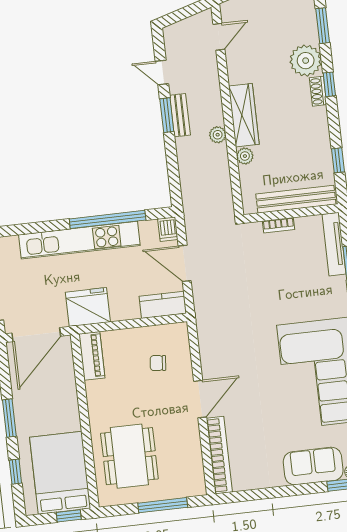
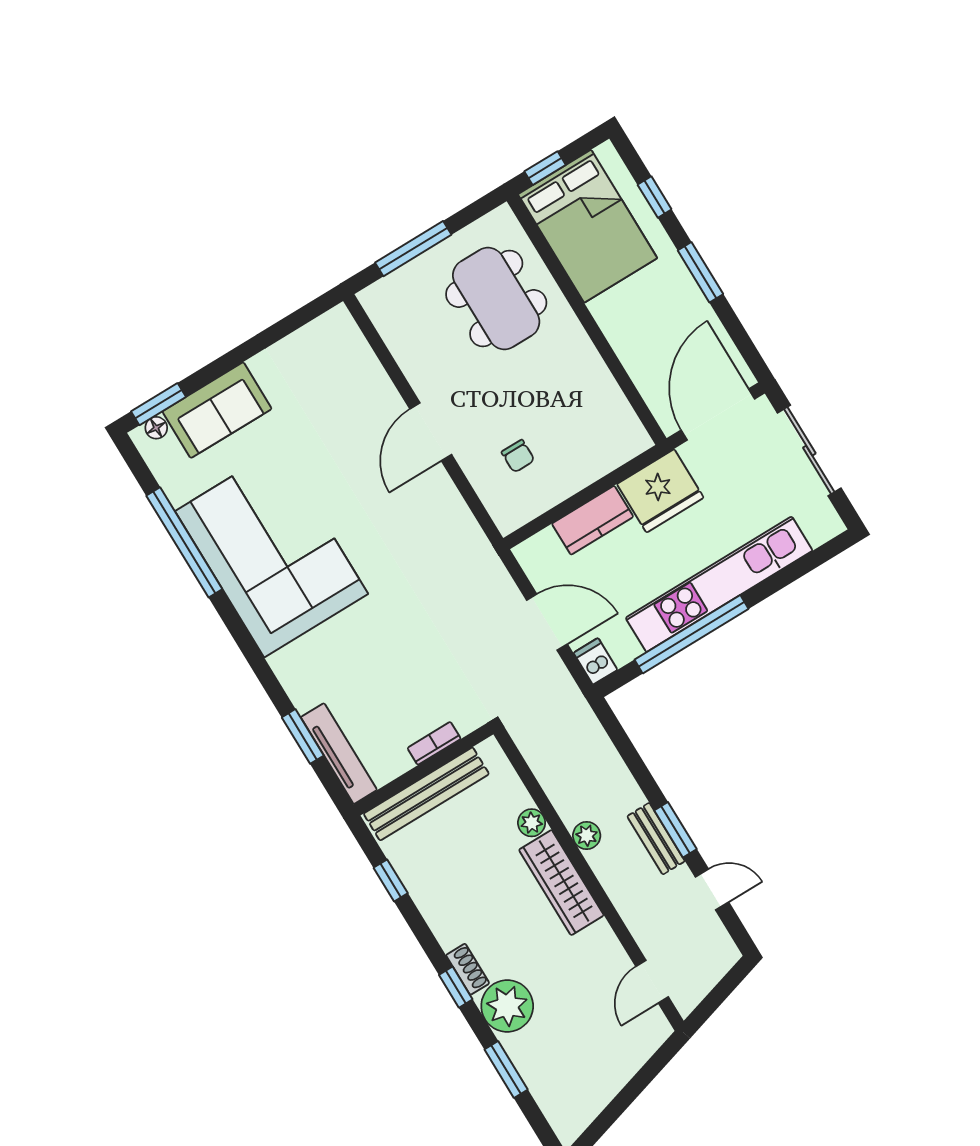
kitchen counter: (163, 305) -> (593, 520), moved
piano: (92, 356) -> (621, 421), removed
chair: (158, 363) -> (518, 456), turned 84
bookcase: (219, 455) -> (364, 362), removed

